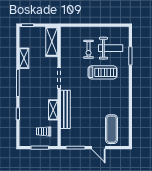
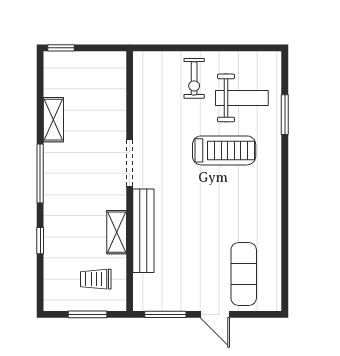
shelving: (52, 42) -> (114, 83), removed
exercise bike: (88, 49) -> (194, 78), moved

